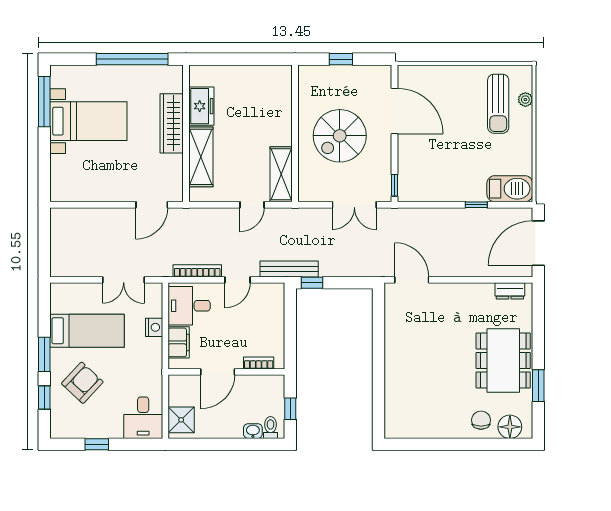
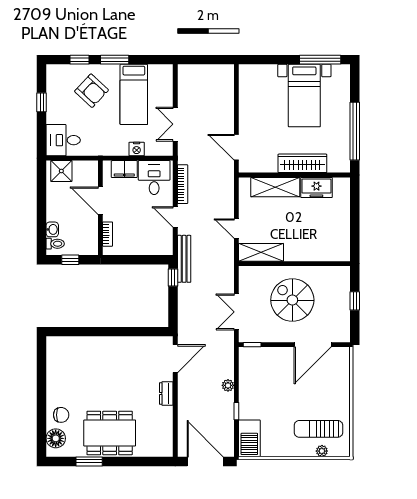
plant: (445, 215) -> (228, 385), added
dresser: (510, 291) -> (166, 394), moved

